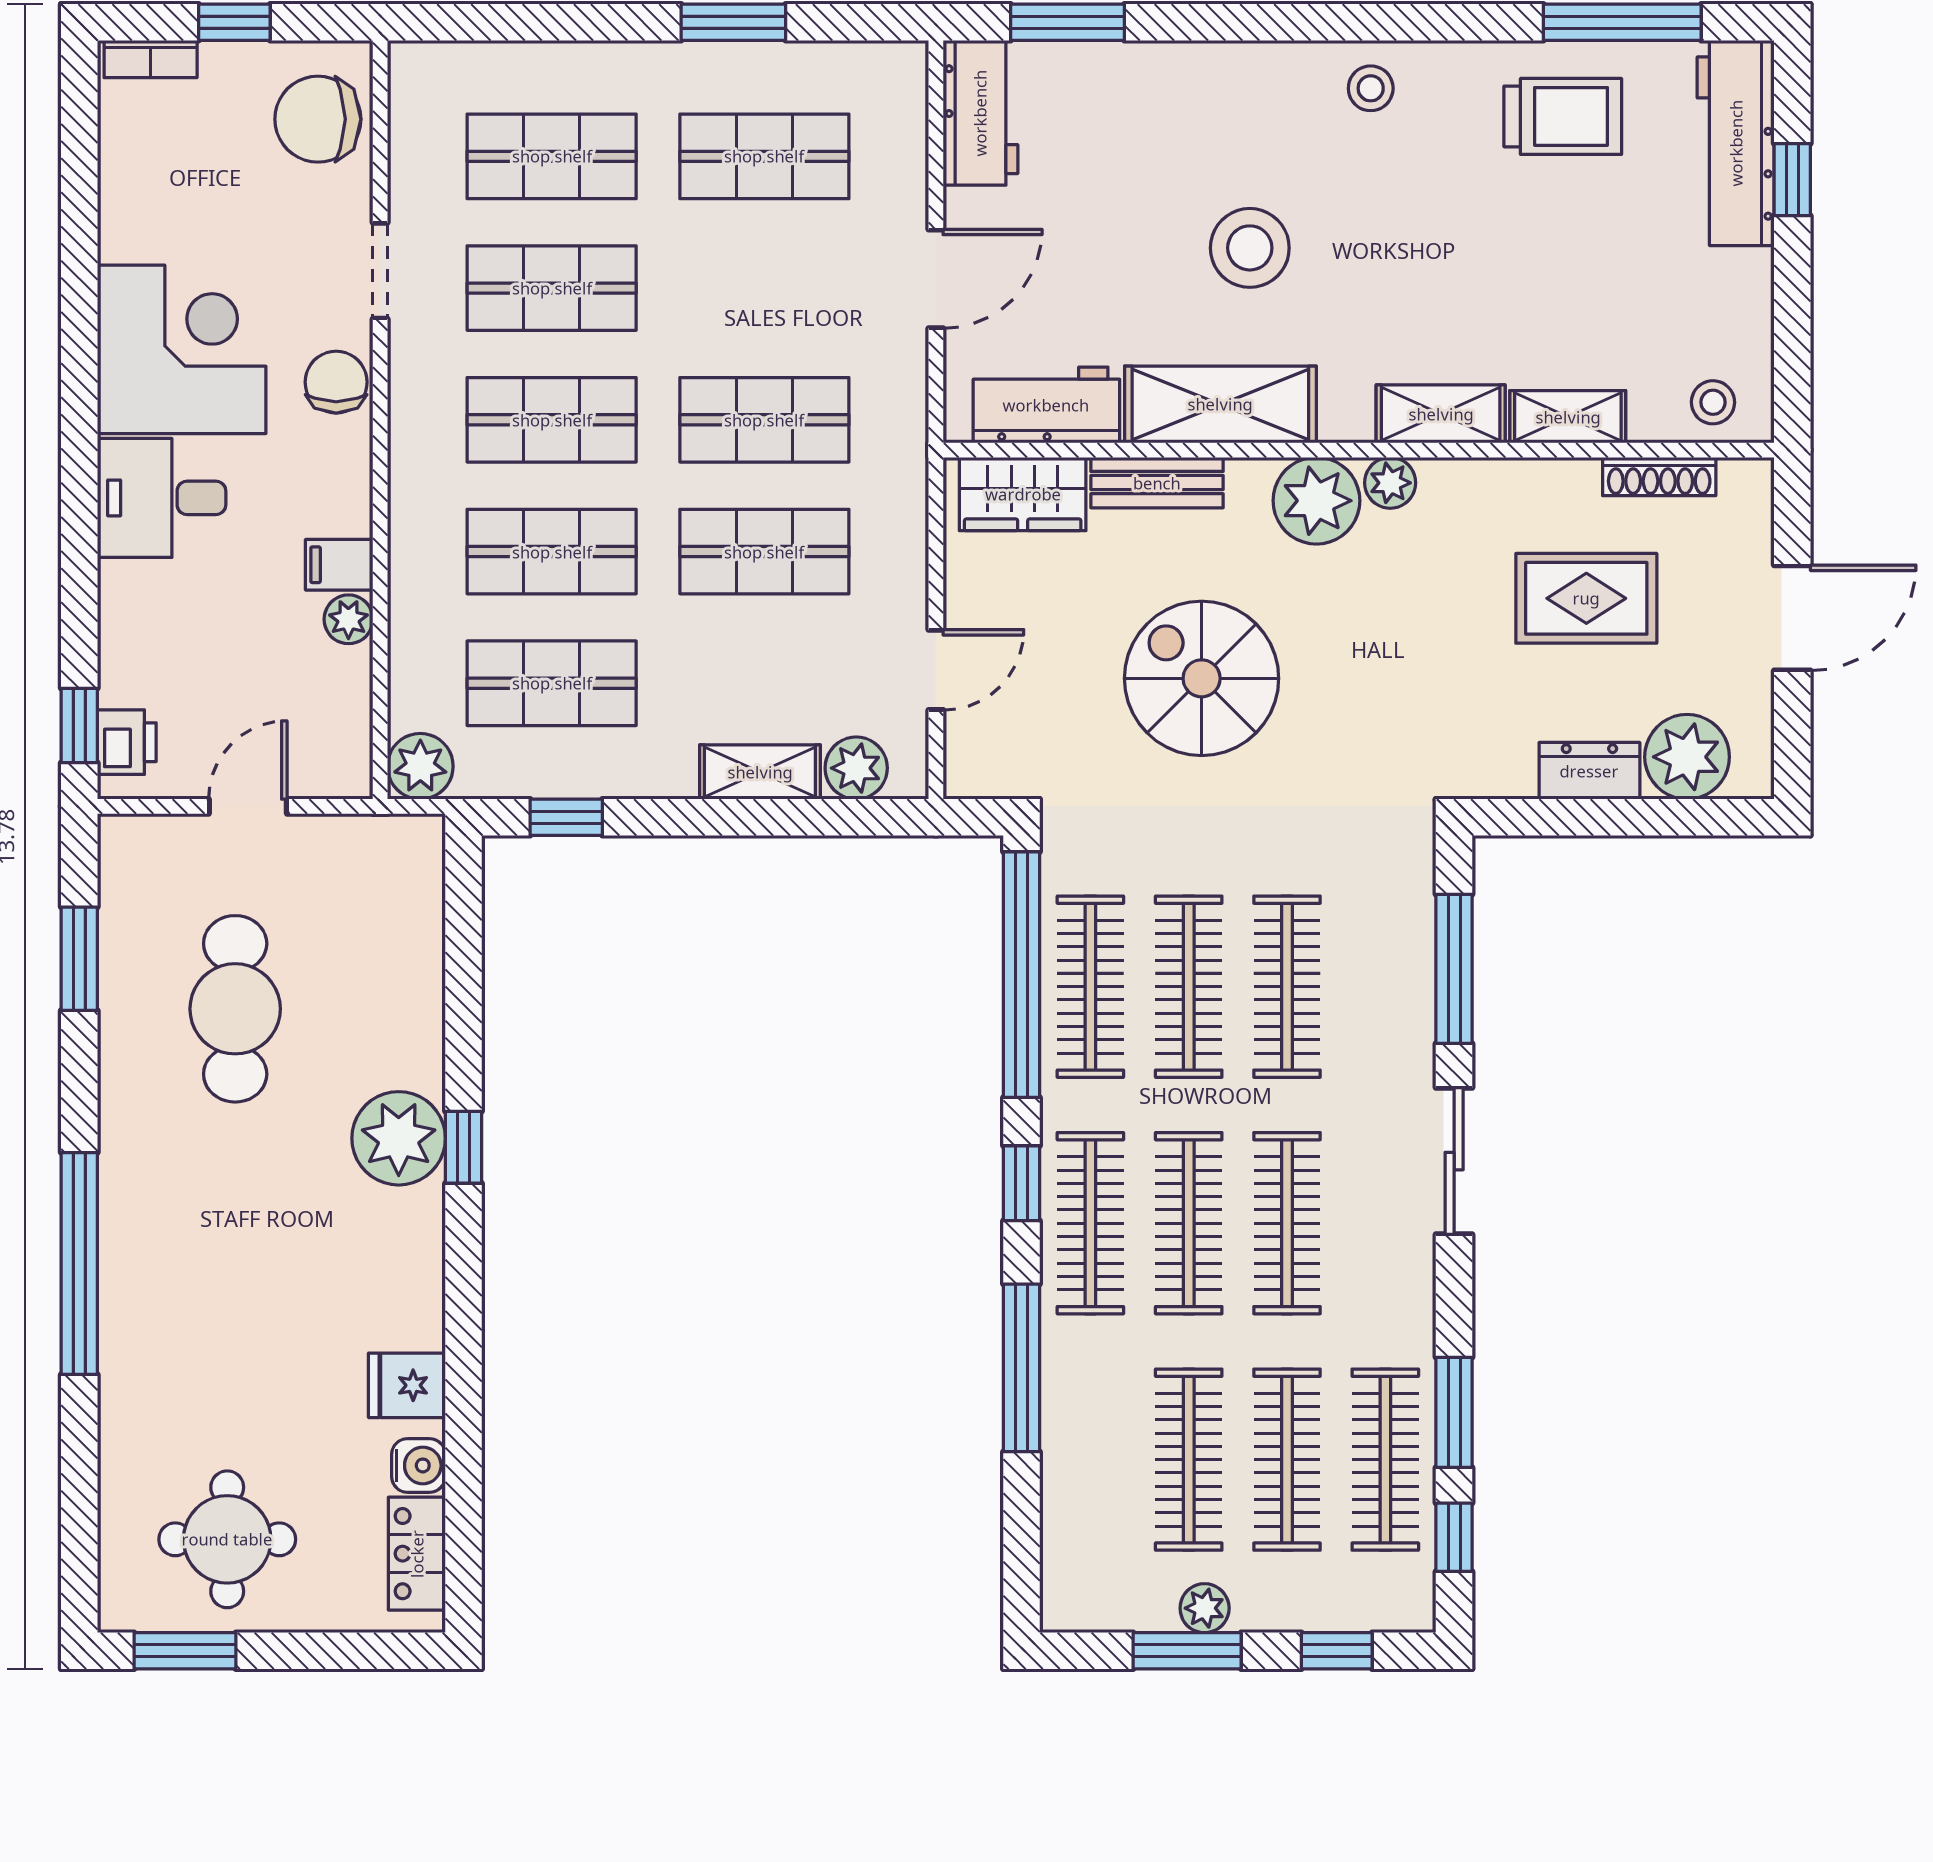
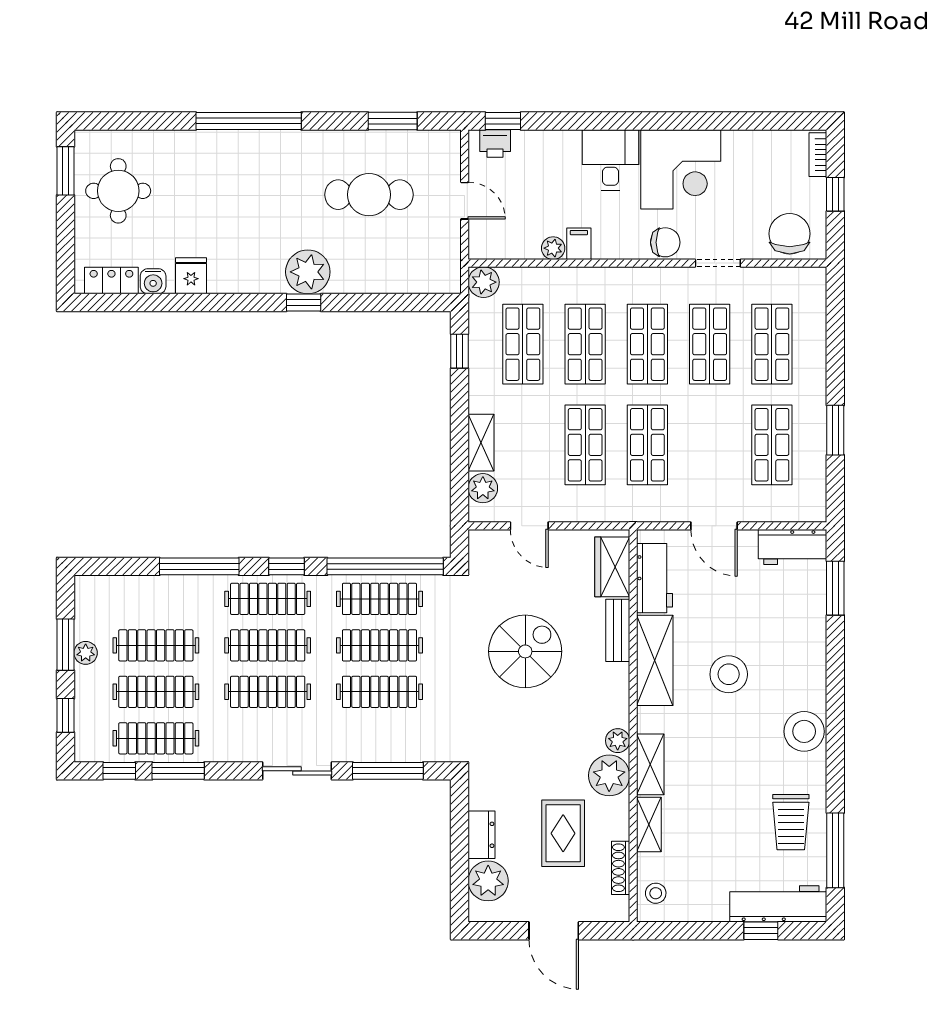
stool: (1371, 88) -> (804, 731), width x1.89, depth x1.89
plant: (1316, 501) -> (609, 775), moved

